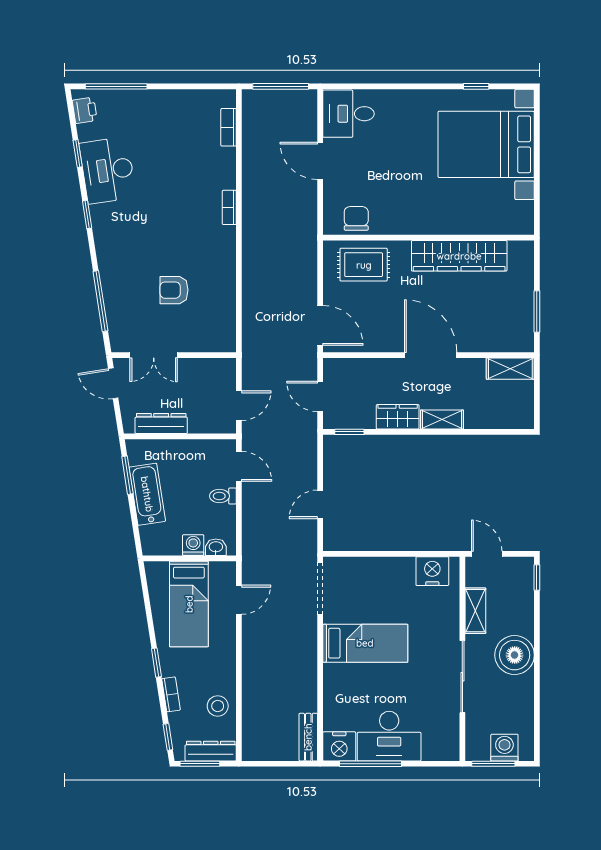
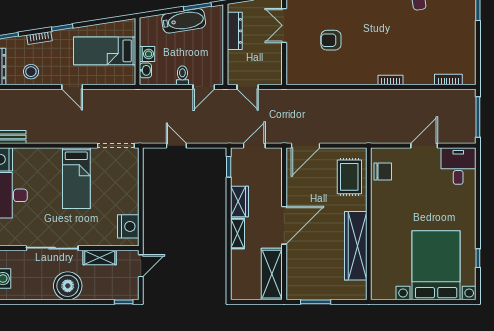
armchair: (174, 290) -> (331, 40), turned -90
shelving: (510, 369) -> (272, 274), width x1.50, depth x1.33
door: (239, 600) -> (72, 87), moved

